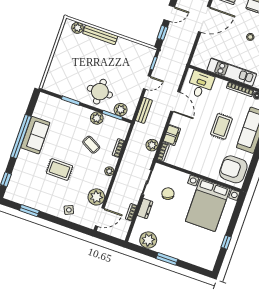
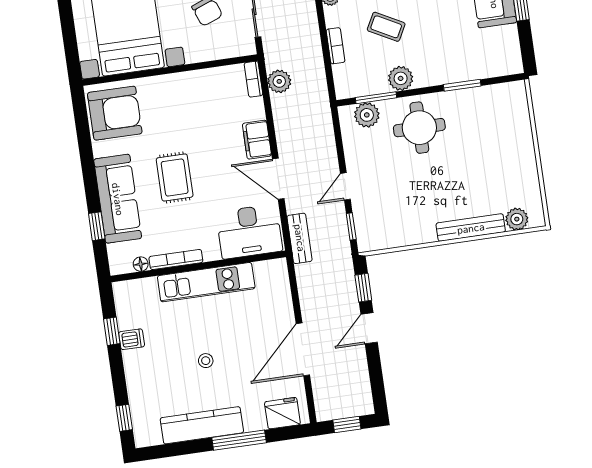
desk: (201, 85) -> (249, 232), width x1.37
bench: (144, 110) -> (300, 238), moved
filing cabinet: (172, 135) -> (257, 140), moved

